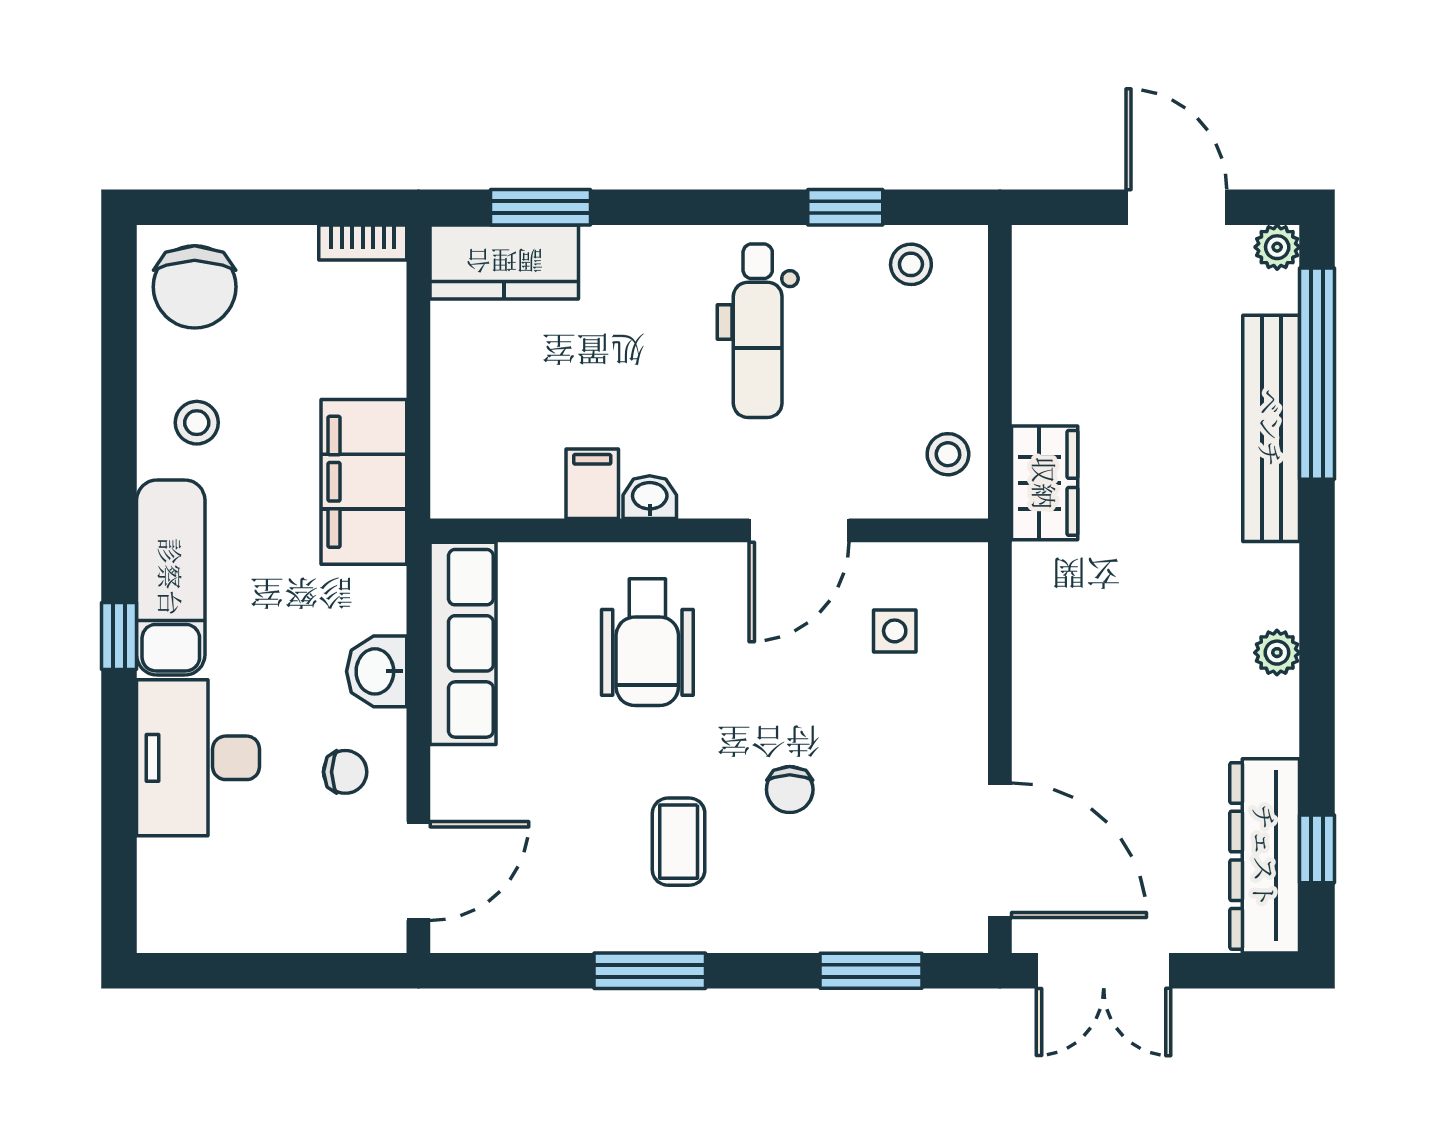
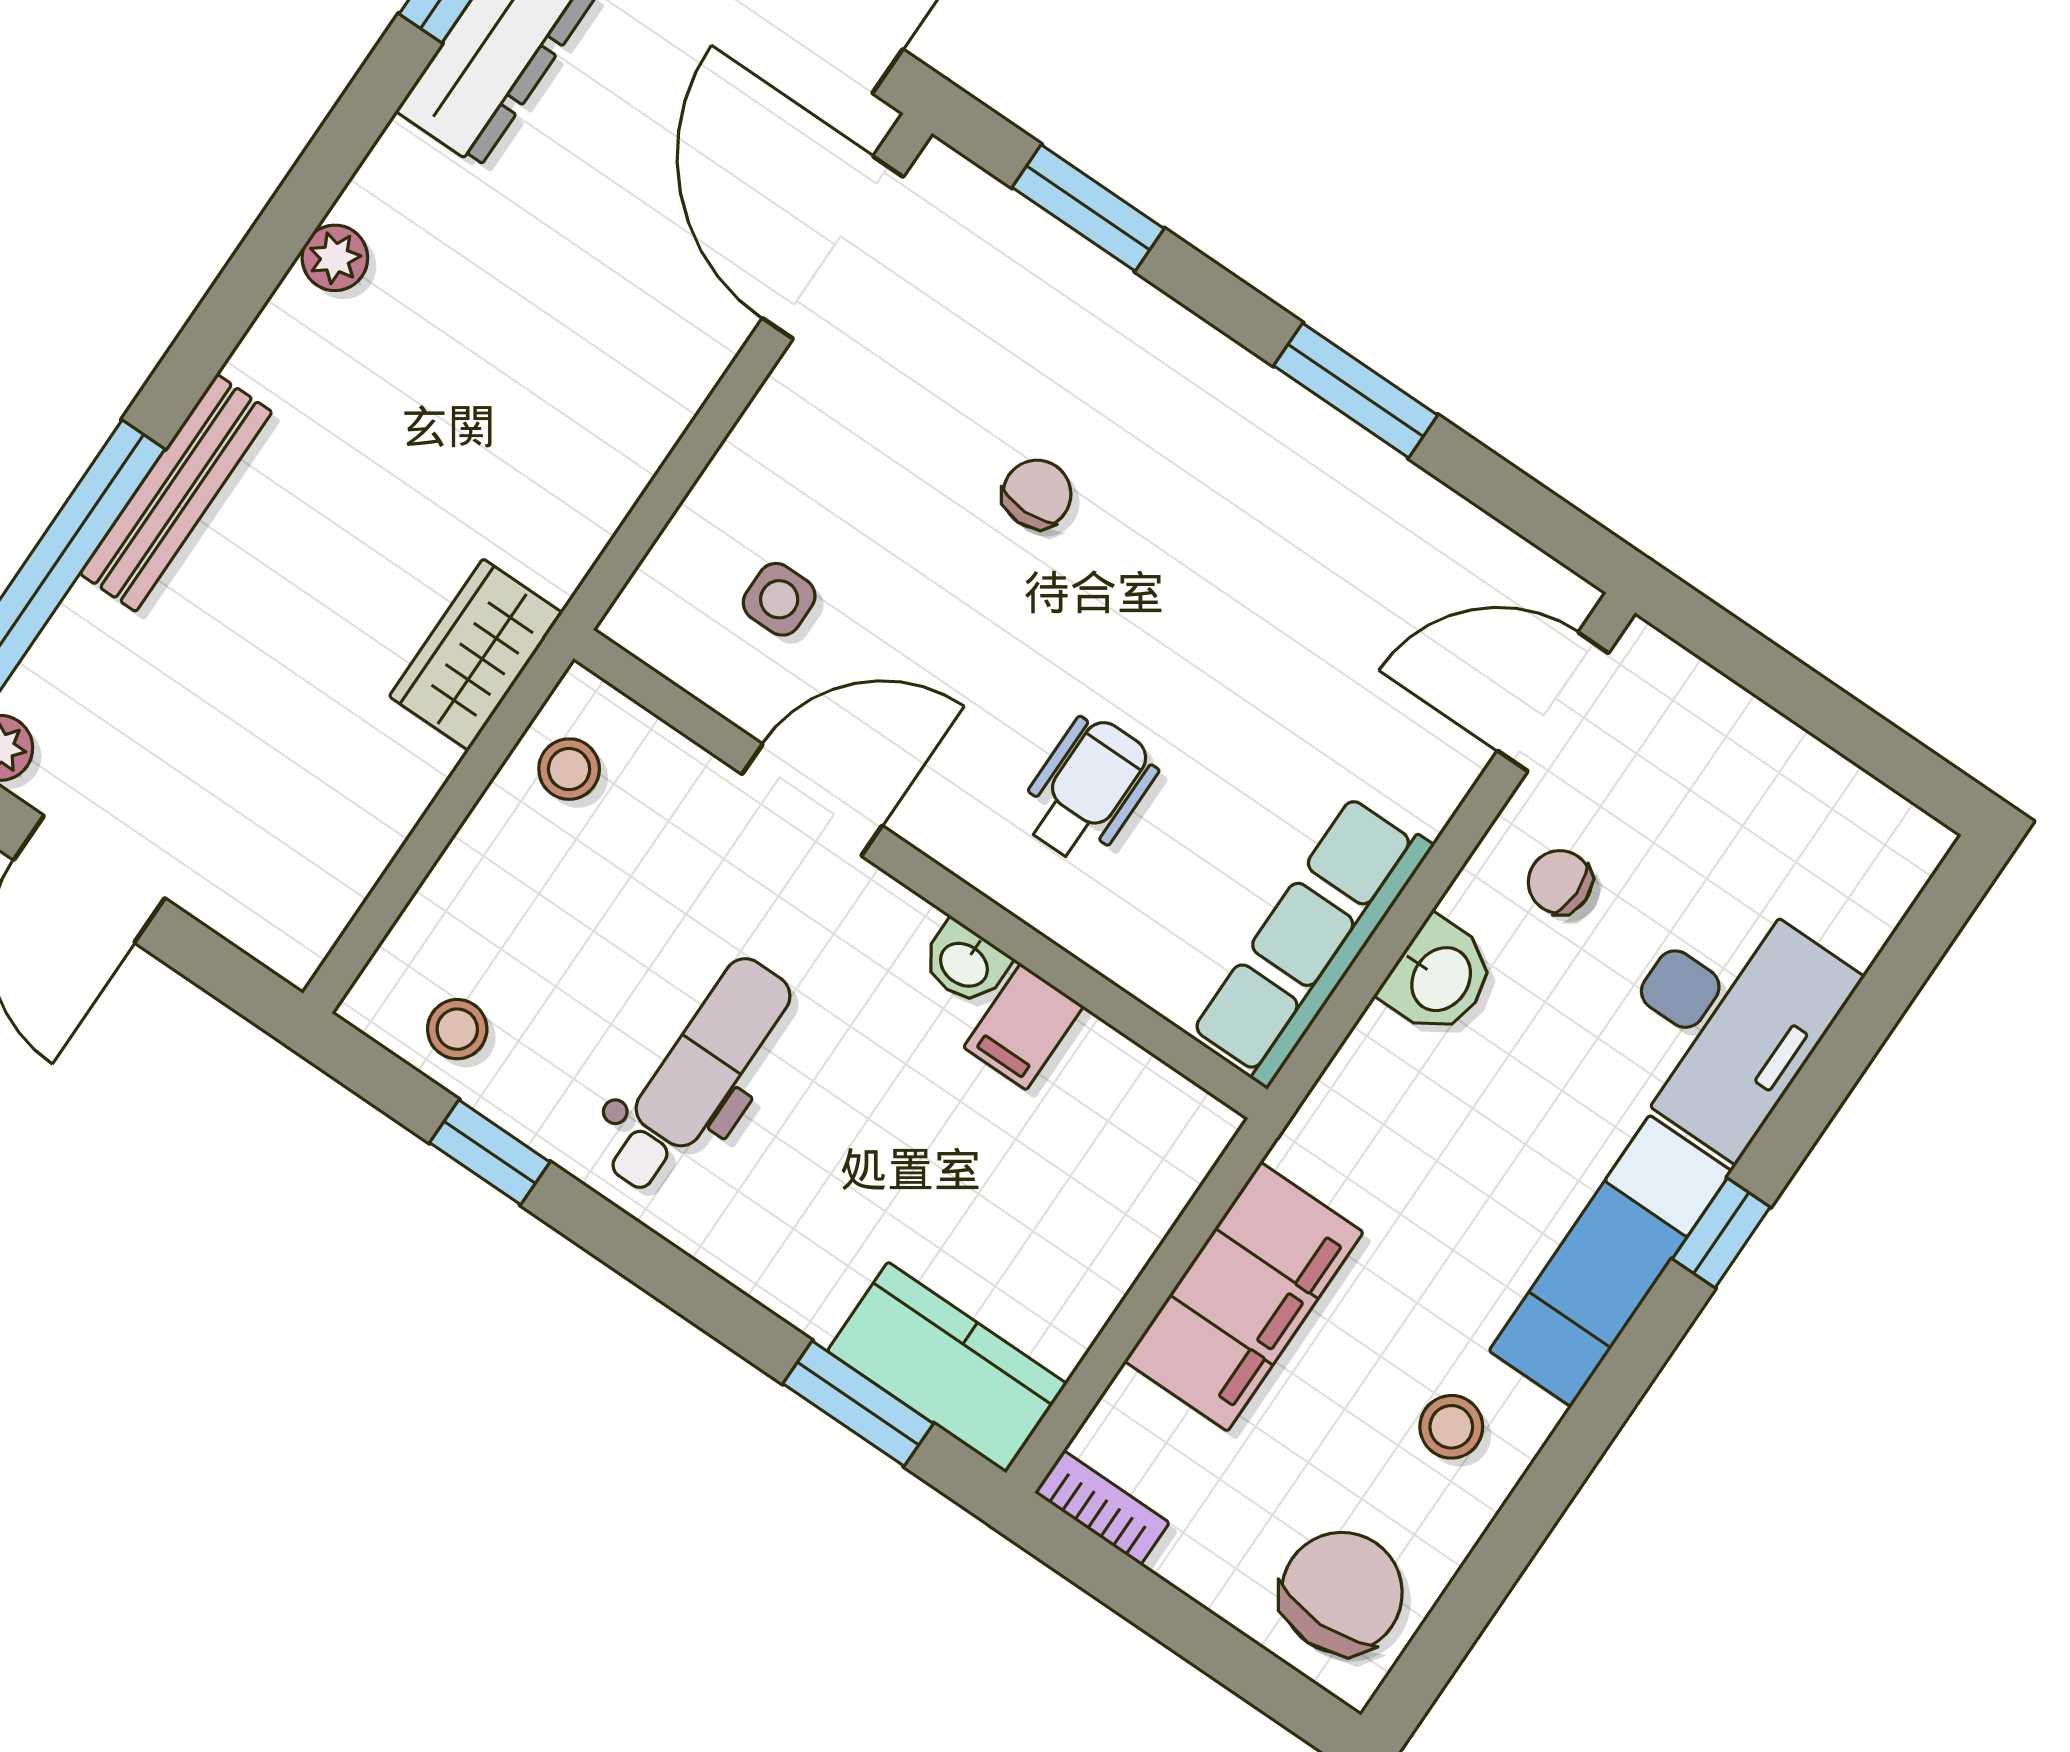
bench: (1271, 428) -> (176, 493), width x0.73, depth x0.82
filing cabinet: (364, 482) -> (1244, 1297), moved
wheelchair: (647, 642) -> (1088, 790), width x0.73, depth x0.73
coffee table: (679, 842) -> (1214, 523), removed

